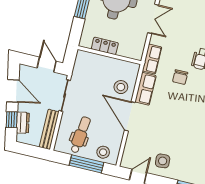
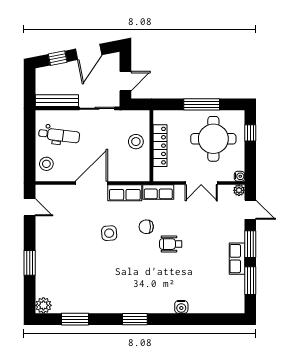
locker: (105, 46) -> (160, 146), width x1.53
stool: (121, 87) -> (136, 142), moved
dresser: (23, 123) -> (57, 71), removed
side table: (163, 161) -> (109, 233), moved
window: (86, 164) -> (30, 149), removed

